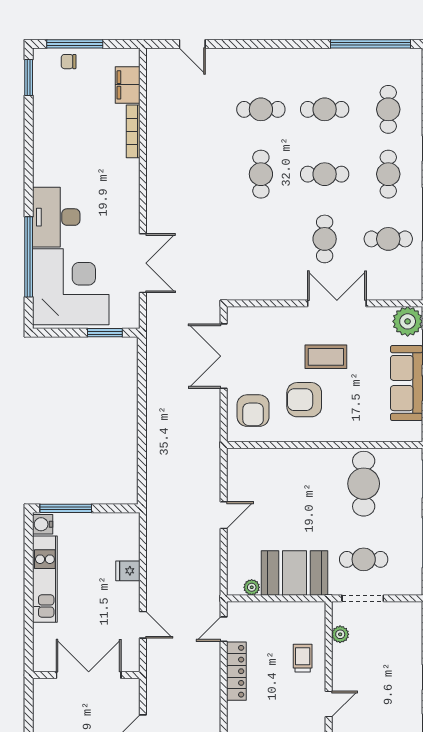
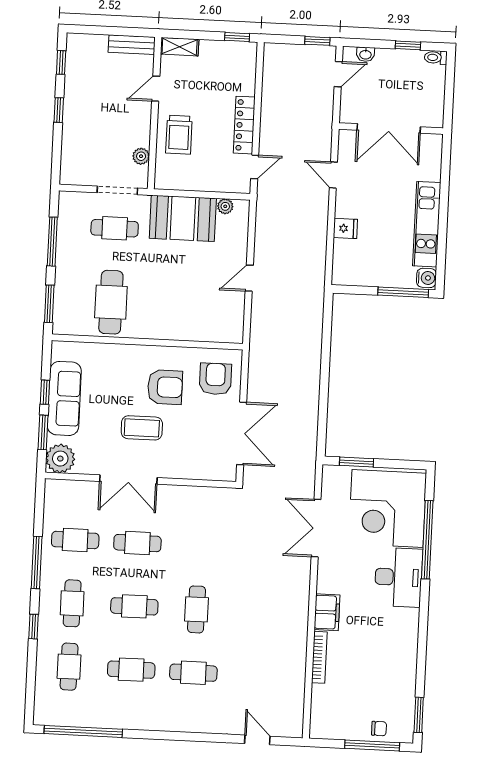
filing cabinet: (128, 85) -> (327, 612), moved
cafe table: (325, 239) -> (137, 543), turned 90
trolley: (303, 658) -> (179, 135), width x1.36, depth x1.39

